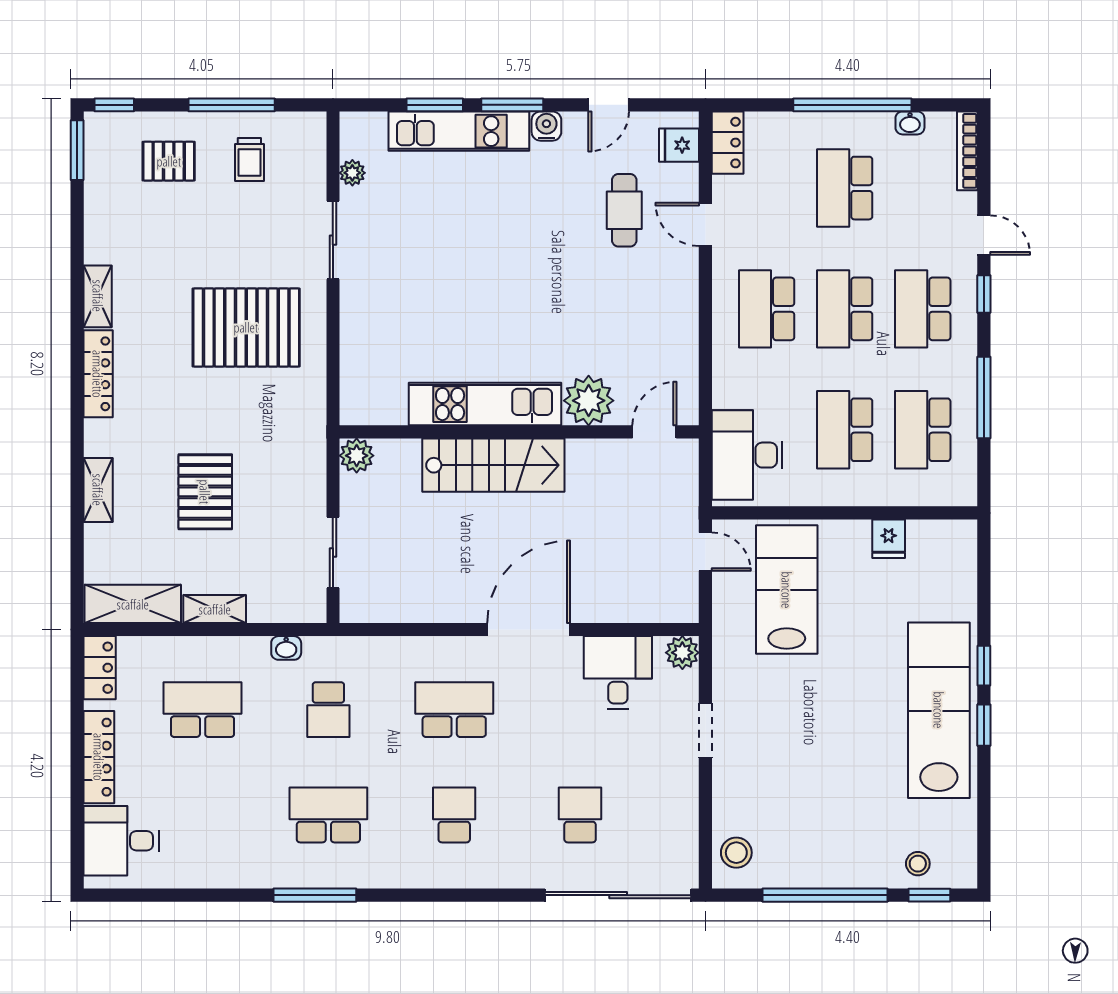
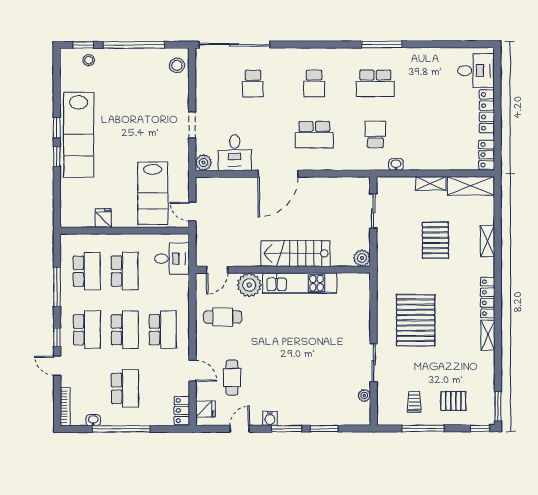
kitchen unit: (459, 131) -> (312, 416), removed
pallet: (246, 327) -> (416, 320), turned 90
cafe table: (643, 335) -> (223, 317), added
desk: (747, 455) -> (172, 259), width x0.73
school desk: (203, 710) -> (437, 134), removed

